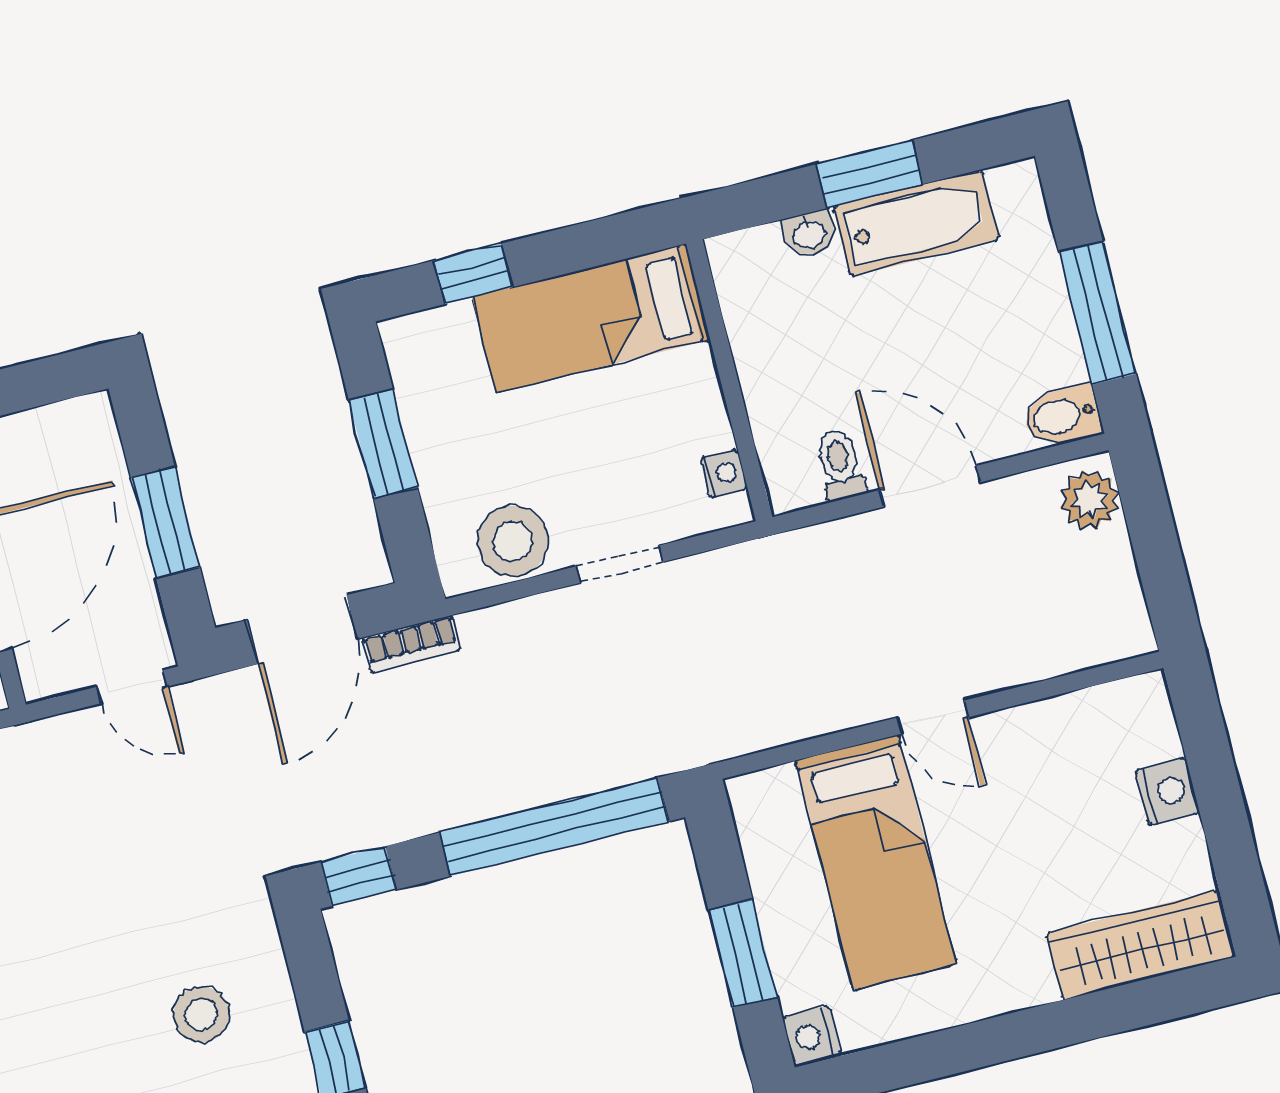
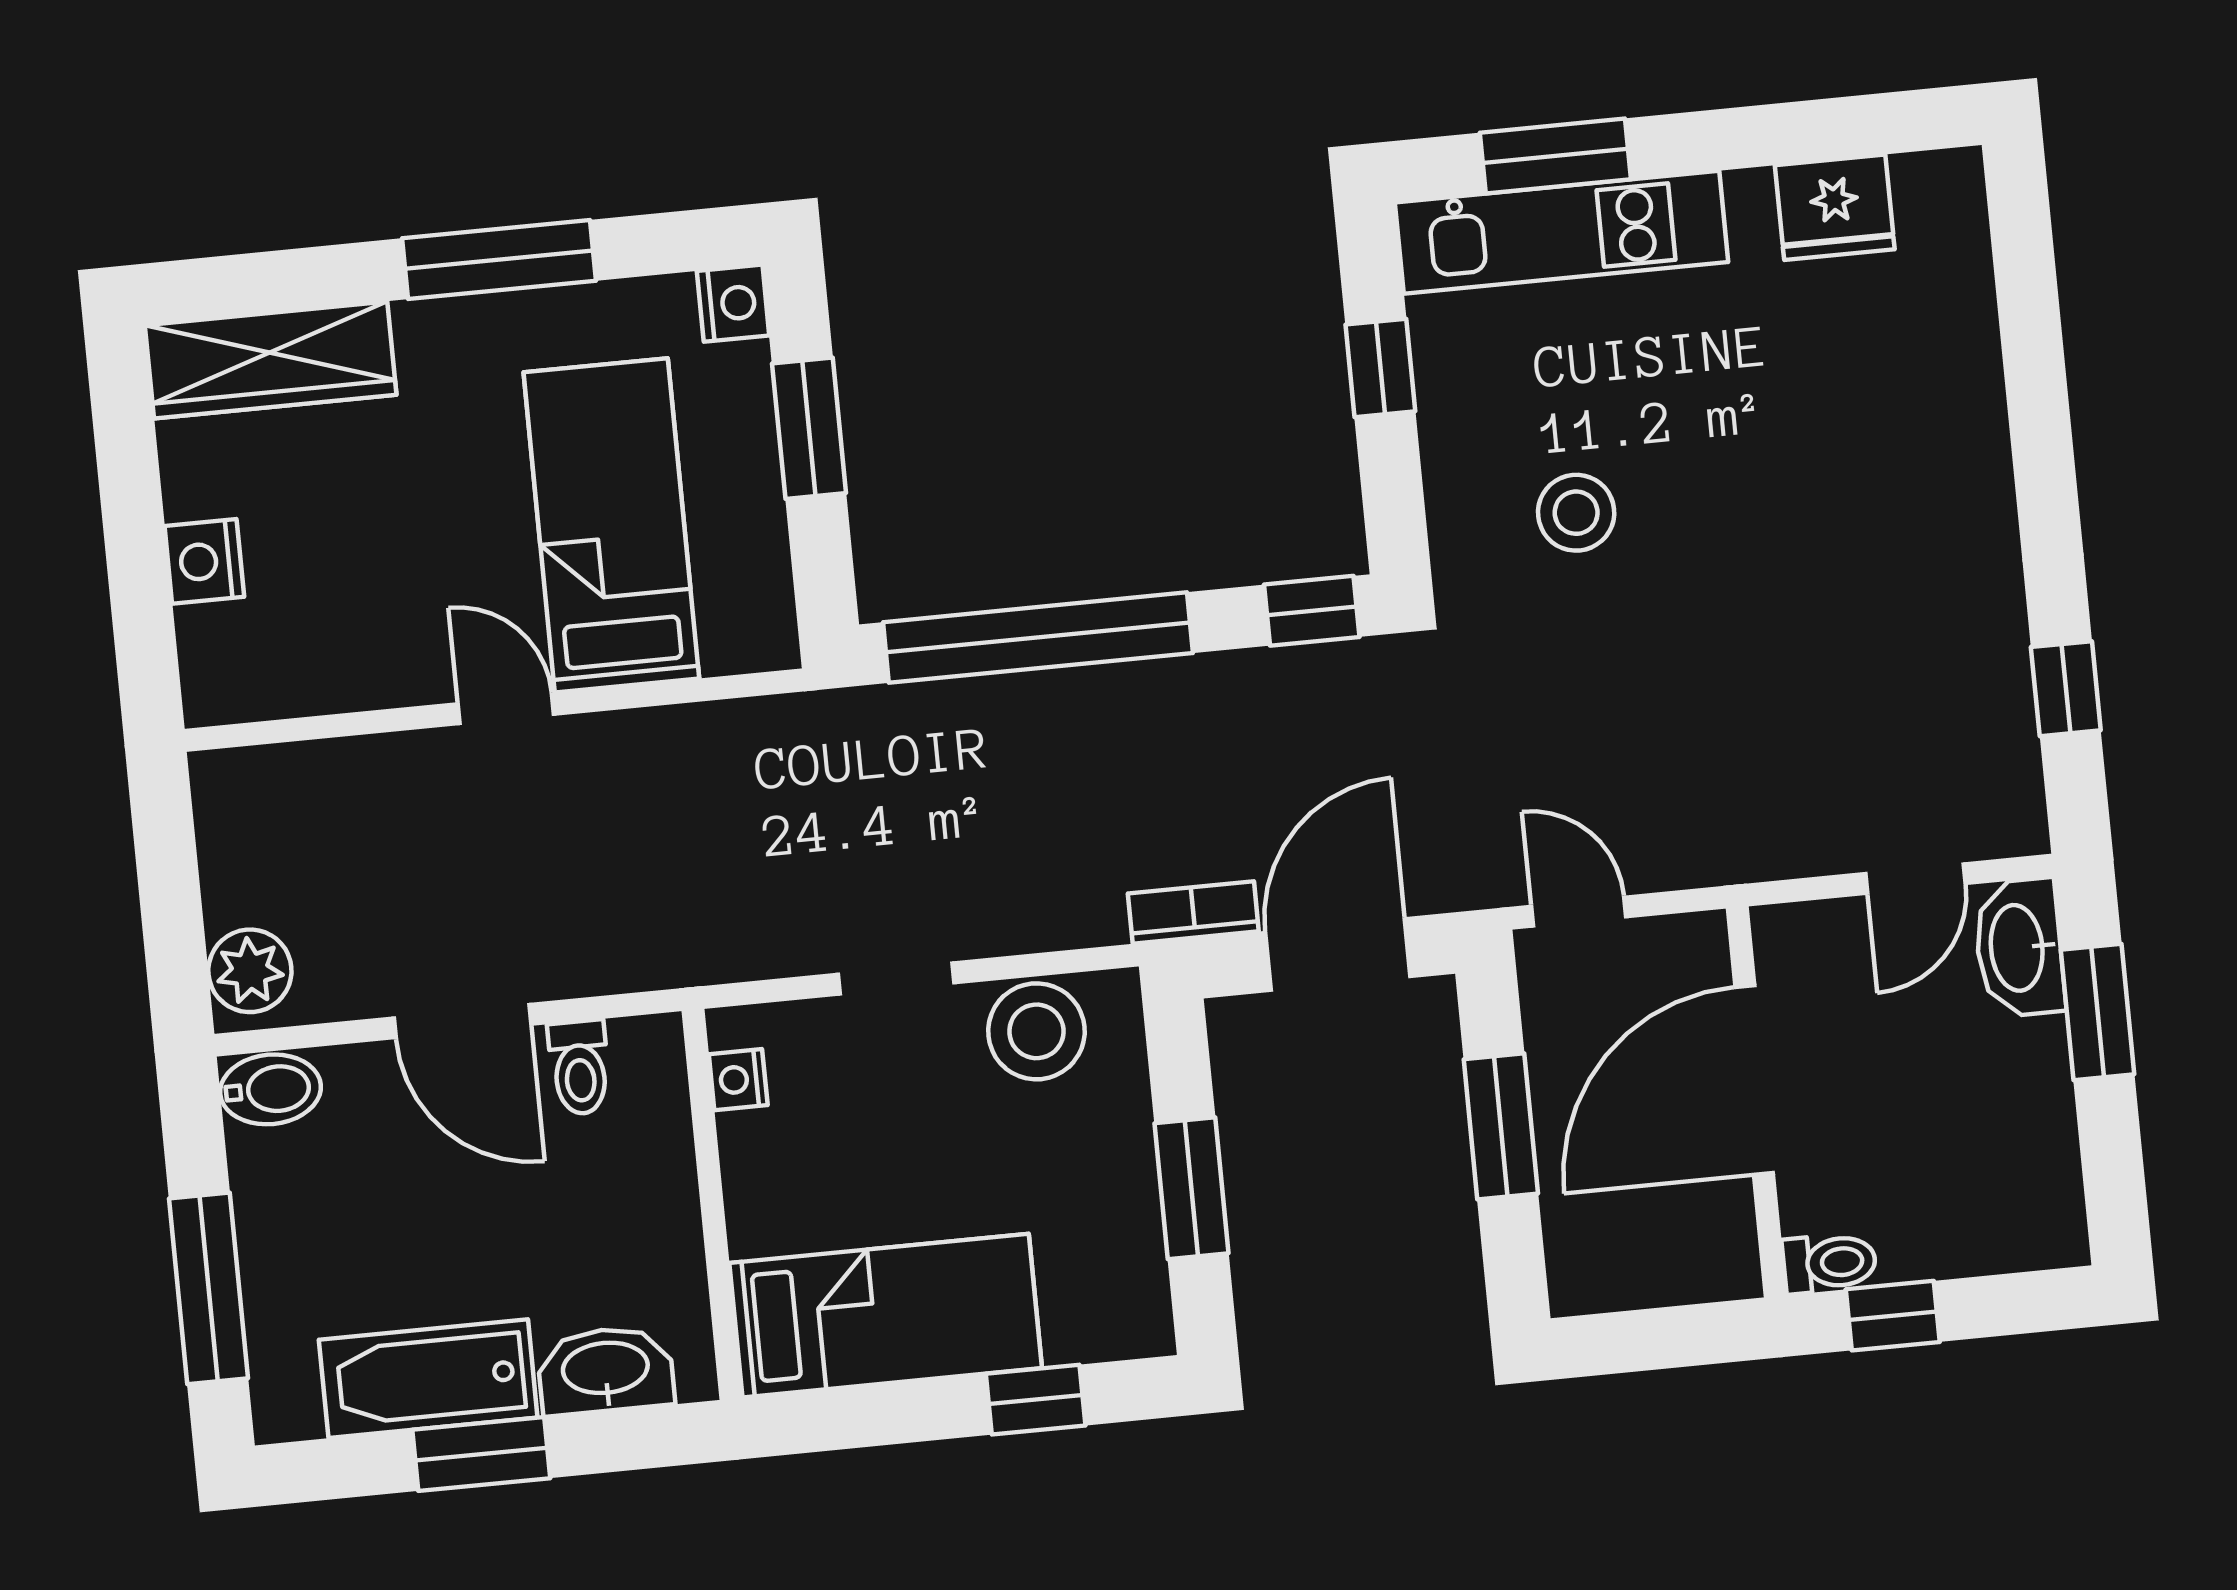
washbasin: (809, 234) -> (606, 1370), width x1.91, depth x1.45
window: (1098, 313) -> (209, 1288), moved
stool: (202, 1015) -> (1576, 513), moved
window: (986, 1043) -> (499, 260), added

